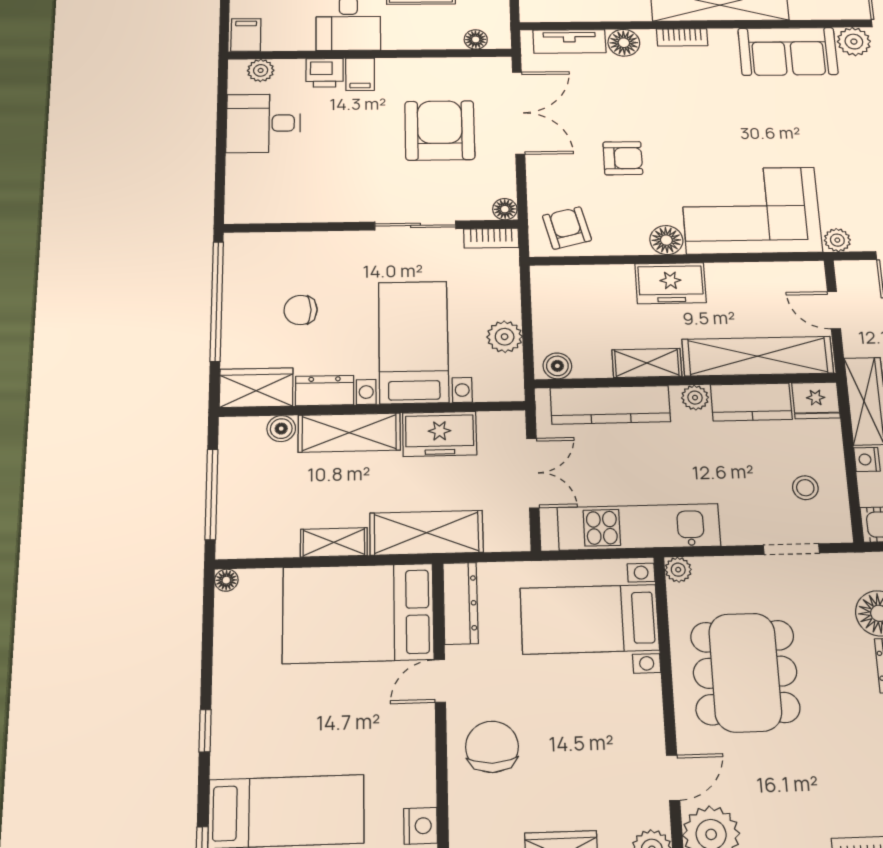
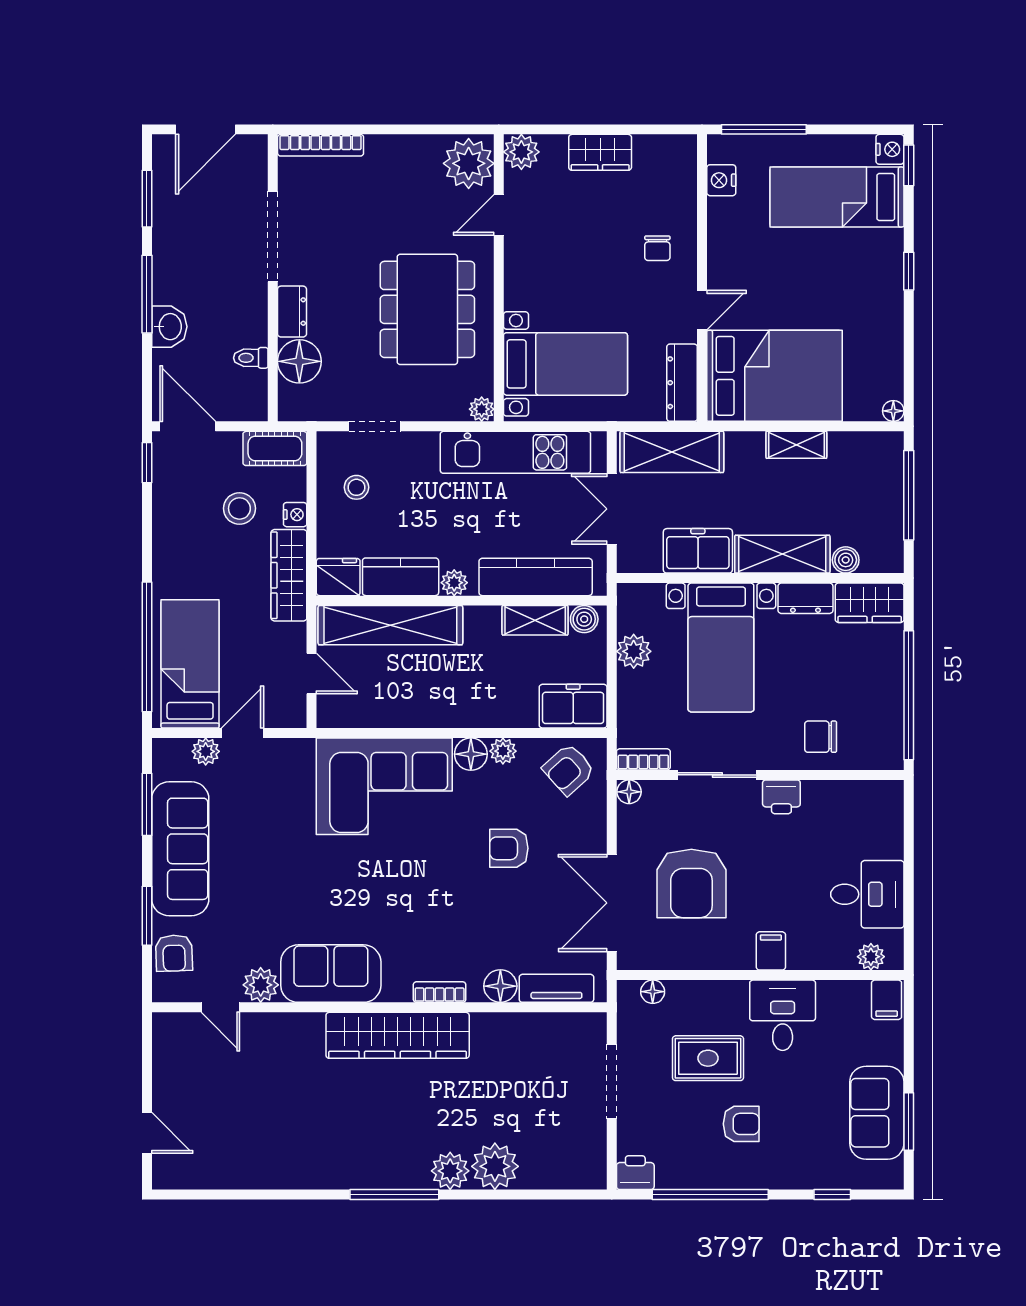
printer: (325, 73) -> (781, 797), moved, turned 180
armchair: (567, 228) -> (569, 769), turned 62
plant: (837, 240) -> (503, 751), moved
freezer: (671, 283) -> (573, 706), moved
chair: (301, 310) -> (821, 737), moved, turned 180
shelving: (647, 363) -> (535, 620), moved
shelving: (426, 533) -> (672, 452), moved
chair: (492, 747) -> (657, 248), width x0.54, depth x0.54

